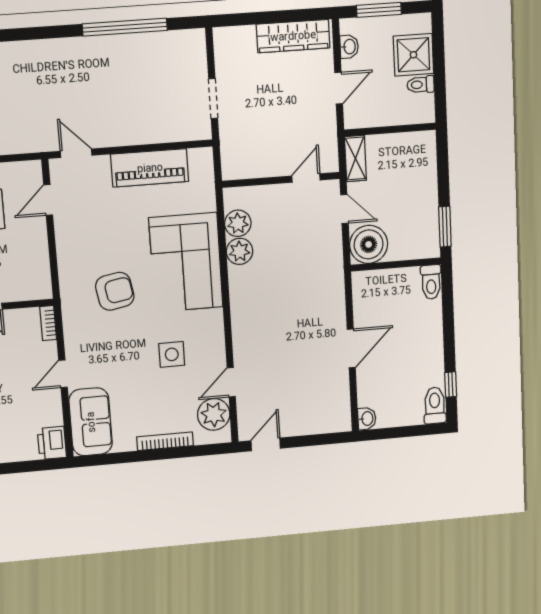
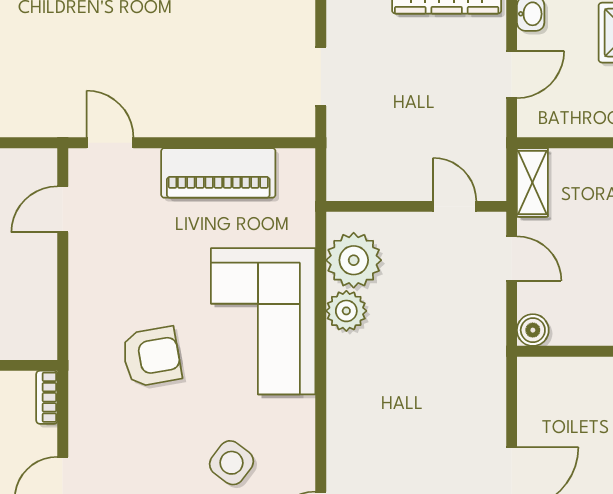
door: (306, 178) -> (455, 206), hinge flipped
plant: (238, 223) -> (354, 260), width x1.36, depth x1.36
boiler: (369, 244) -> (533, 330), width x0.54, depth x0.54
side table: (172, 354) -> (231, 463), turned 37

